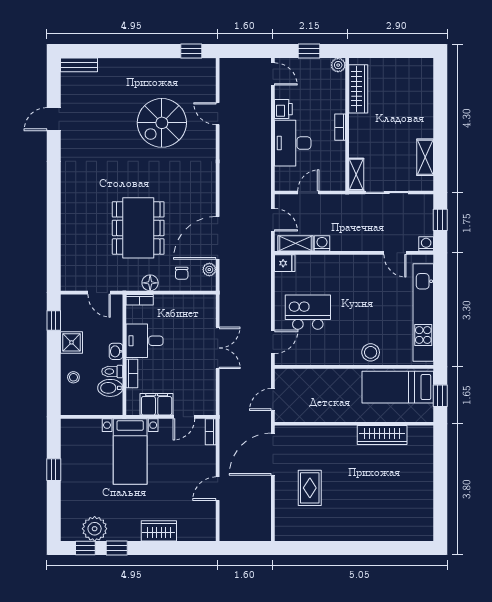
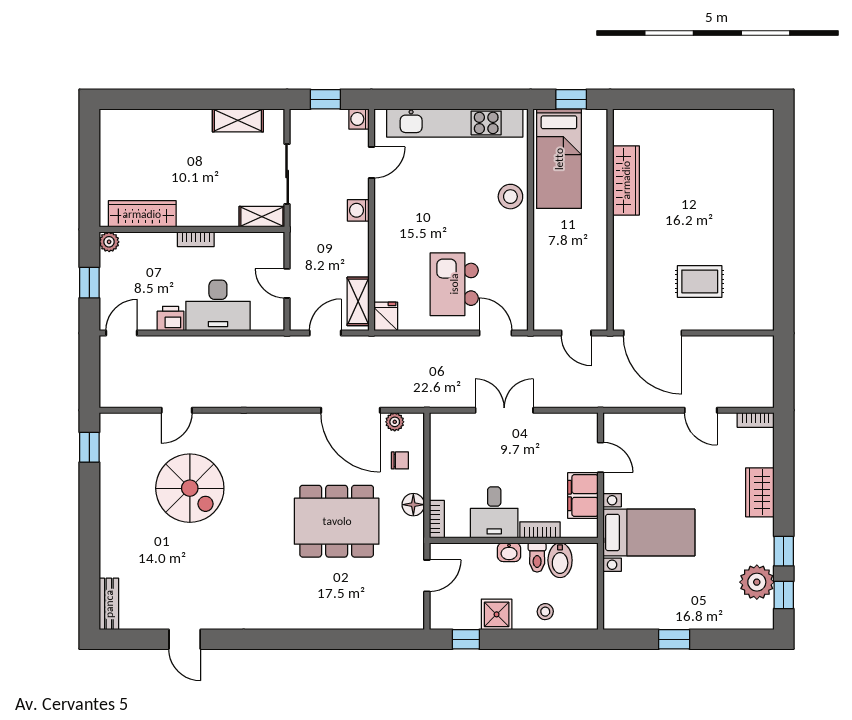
washing machine: (322, 243) -> (358, 210), moved
bookcase: (211, 432) -> (756, 420), moved

